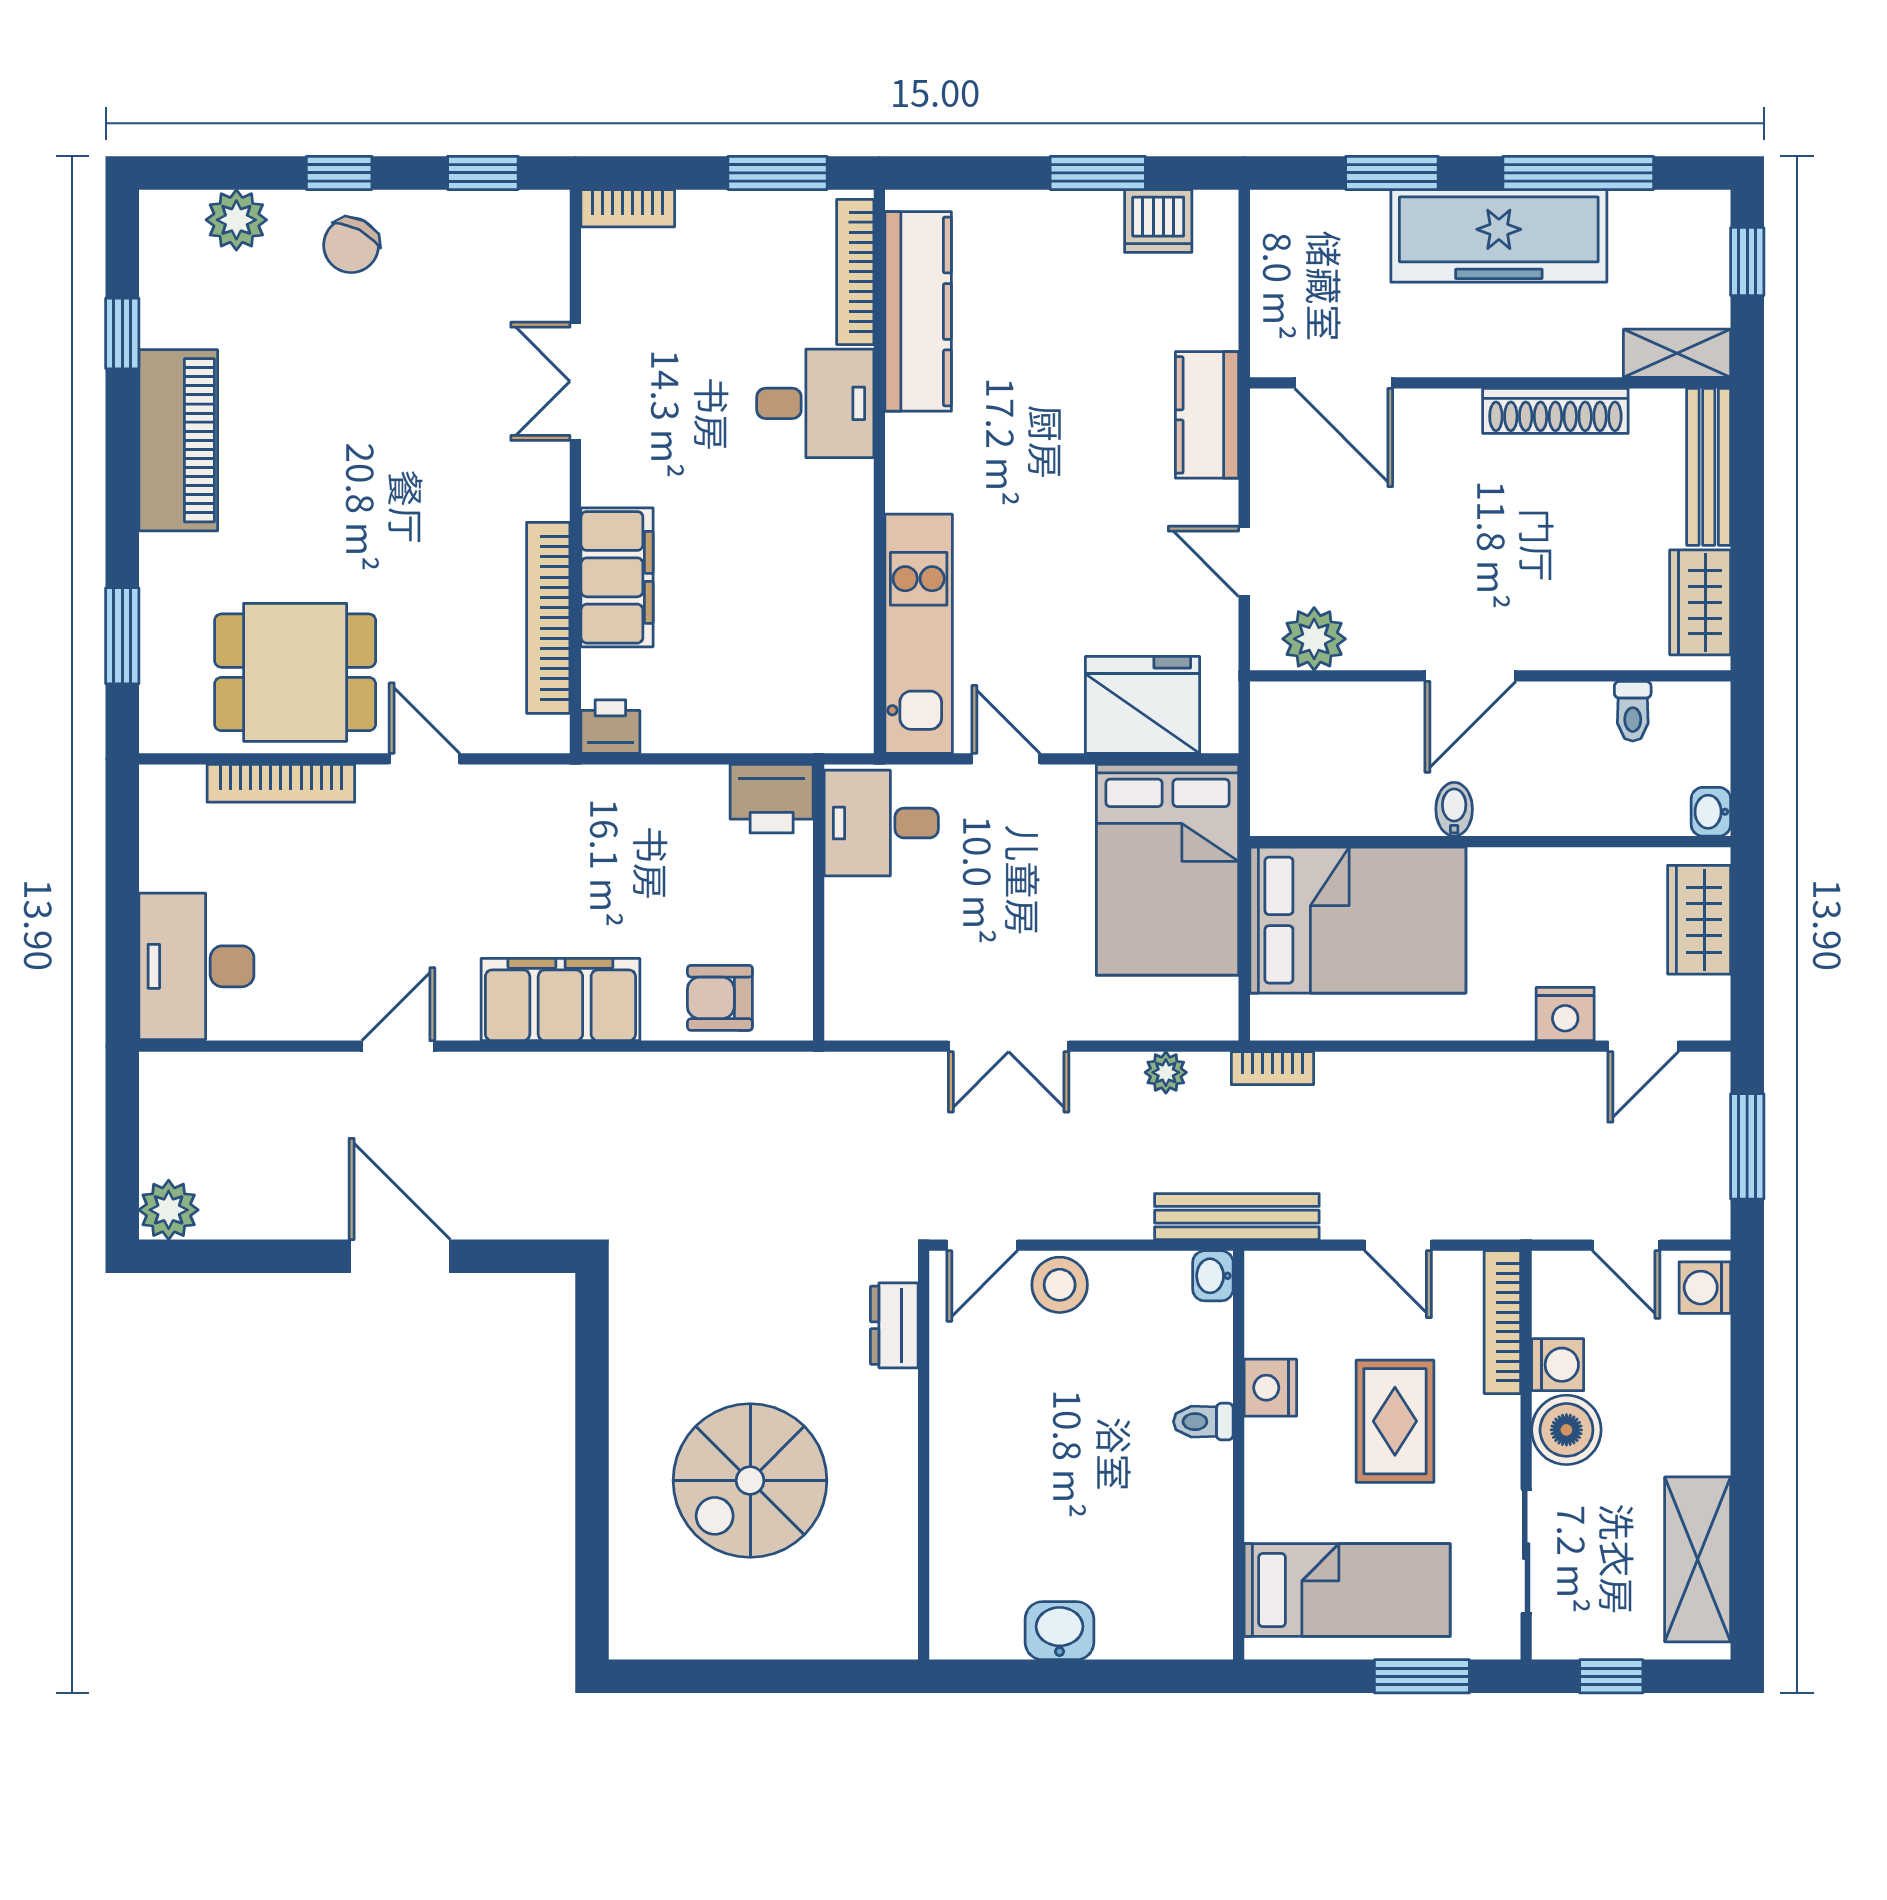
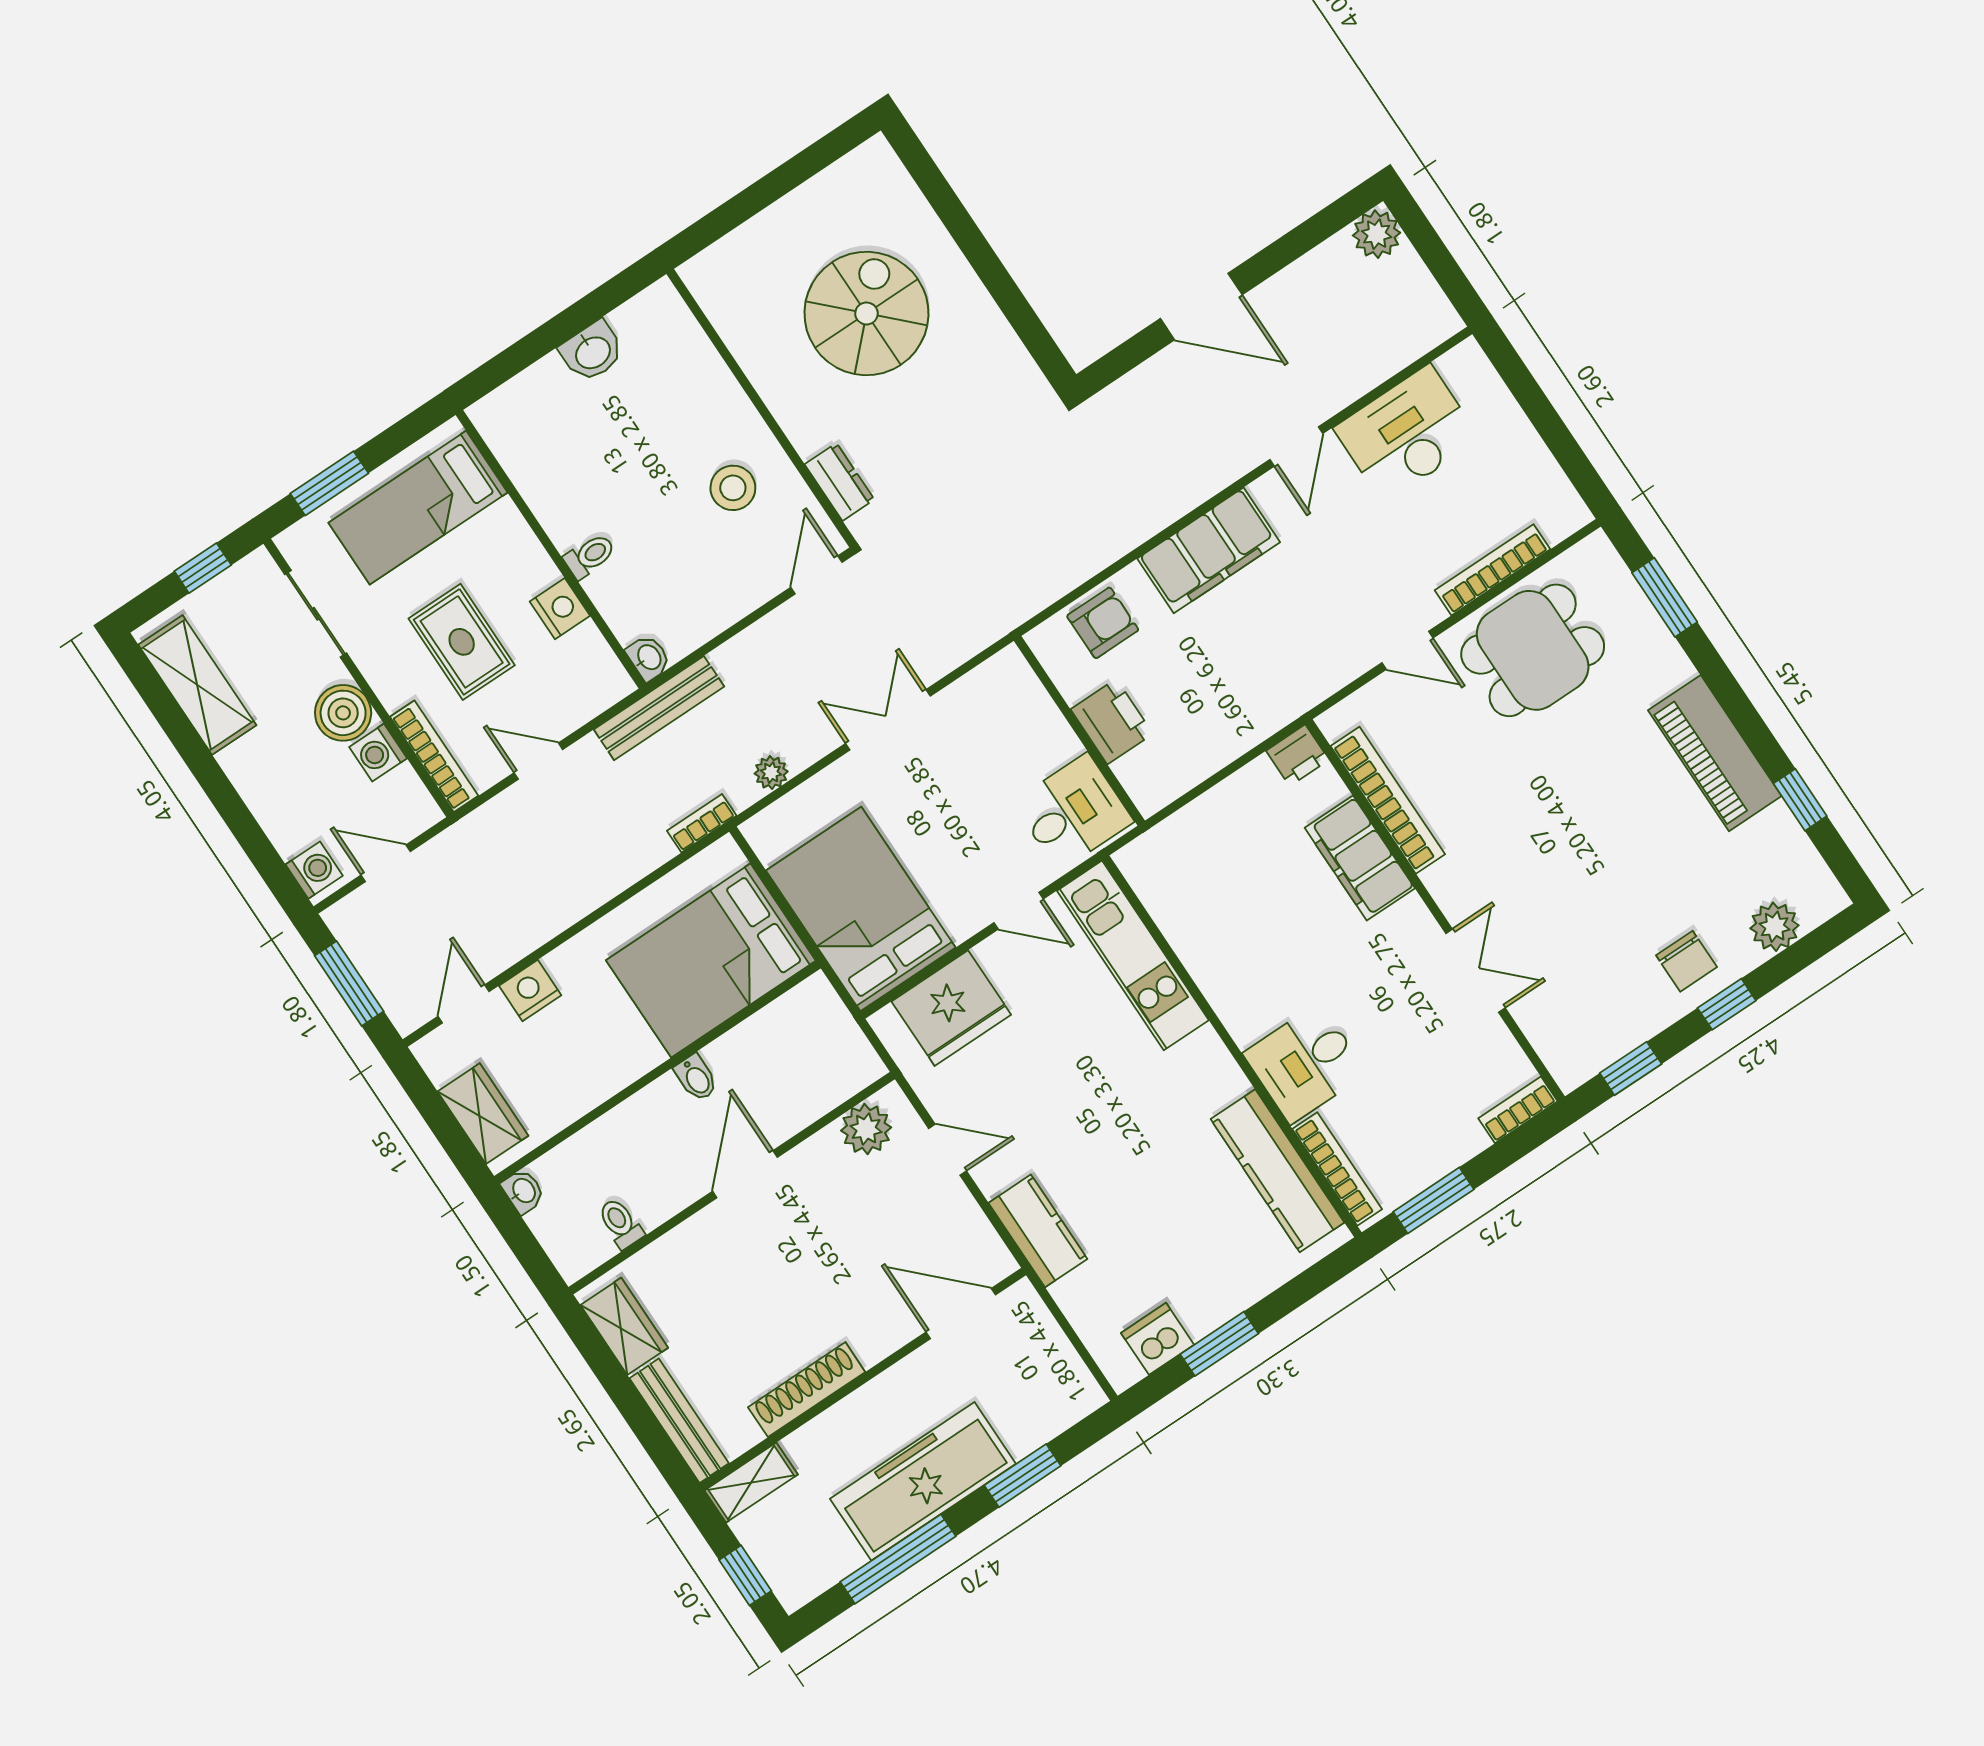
chair: (351, 245) -> (1686, 961), turned 152
printer: (772, 799) -> (1112, 722), moved, turned 90
desk: (196, 966) -> (1407, 434), moved, turned -90
stool: (1060, 1285) -> (733, 488), moved

